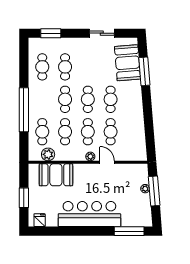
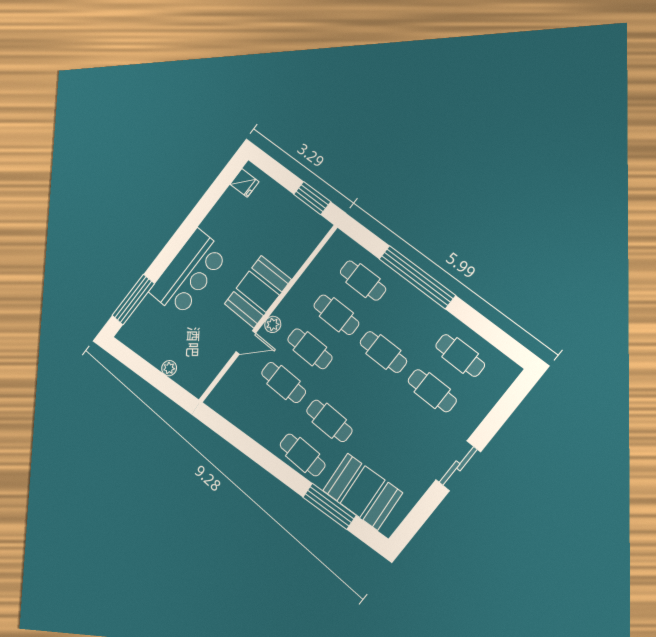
window: (51, 33) -> (503, 410), removed
sliding door: (102, 33) -> (458, 466), moved
cafe table: (88, 99) -> (302, 455), moved
plant: (48, 154) -> (324, 264), removed
booth: (56, 175) -> (258, 292), moved
window: (154, 191) -> (156, 378), removed
window: (24, 198) -> (312, 198), moved
bar counter: (89, 214) -> (189, 273), width x0.73

